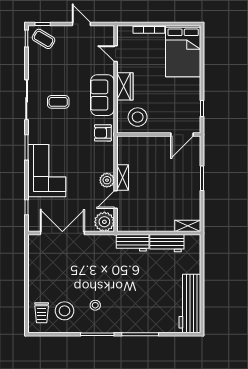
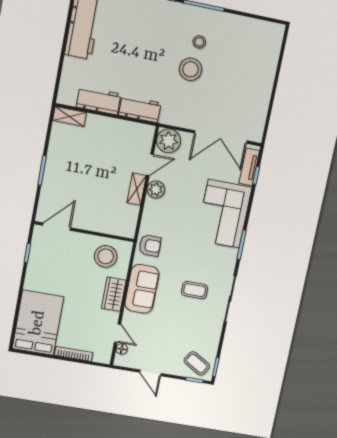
floor lamp: (110, 41) -> (122, 349), added
tv unit: (34, 213) -> (249, 167), added
stool: (64, 311) -> (191, 69), moved
trolley: (42, 313) -> (265, 46), removed

